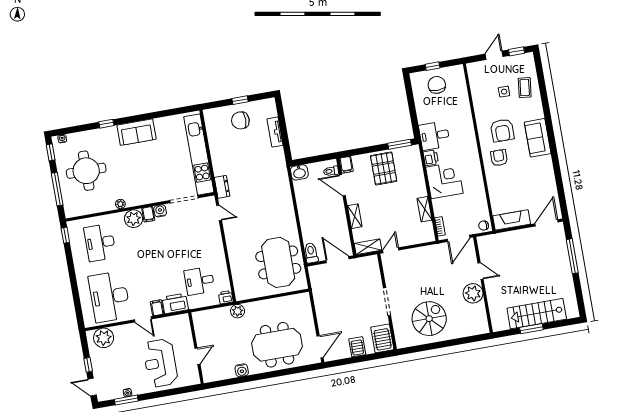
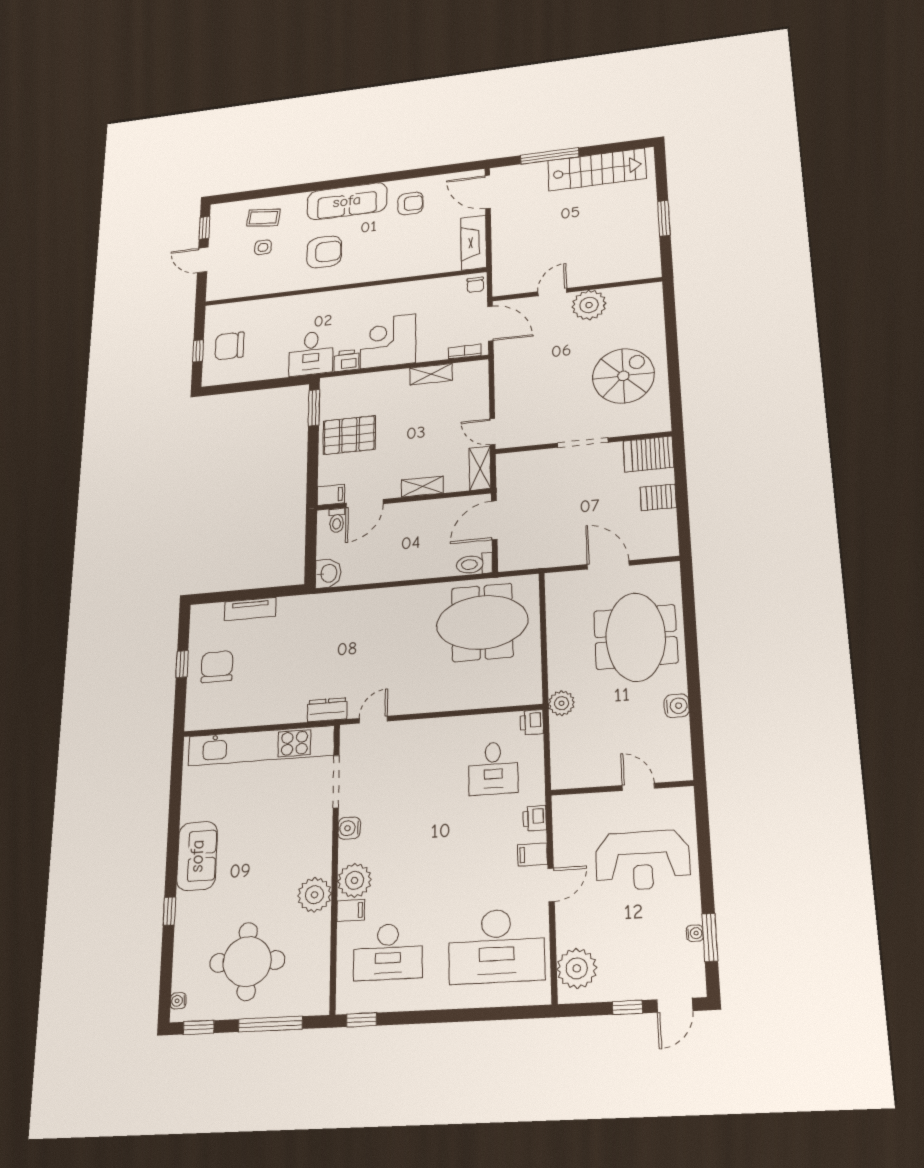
chair: (240, 120) -> (217, 667), turned 180
sofa: (538, 138) -> (347, 201), width x1.36
armchair: (499, 158) -> (410, 204), moved, turned 180
plant: (120, 204) -> (314, 895), width x1.88, depth x1.88
filing cabinet: (148, 214) -> (351, 910), moved
printer: (175, 303) -> (535, 818), width x0.53, depth x0.68
stairs: (537, 314) -> (597, 170), moved, turned -90
spiral stairs: (429, 319) -> (623, 376), turned 90
door: (320, 347) -> (608, 565), moved

